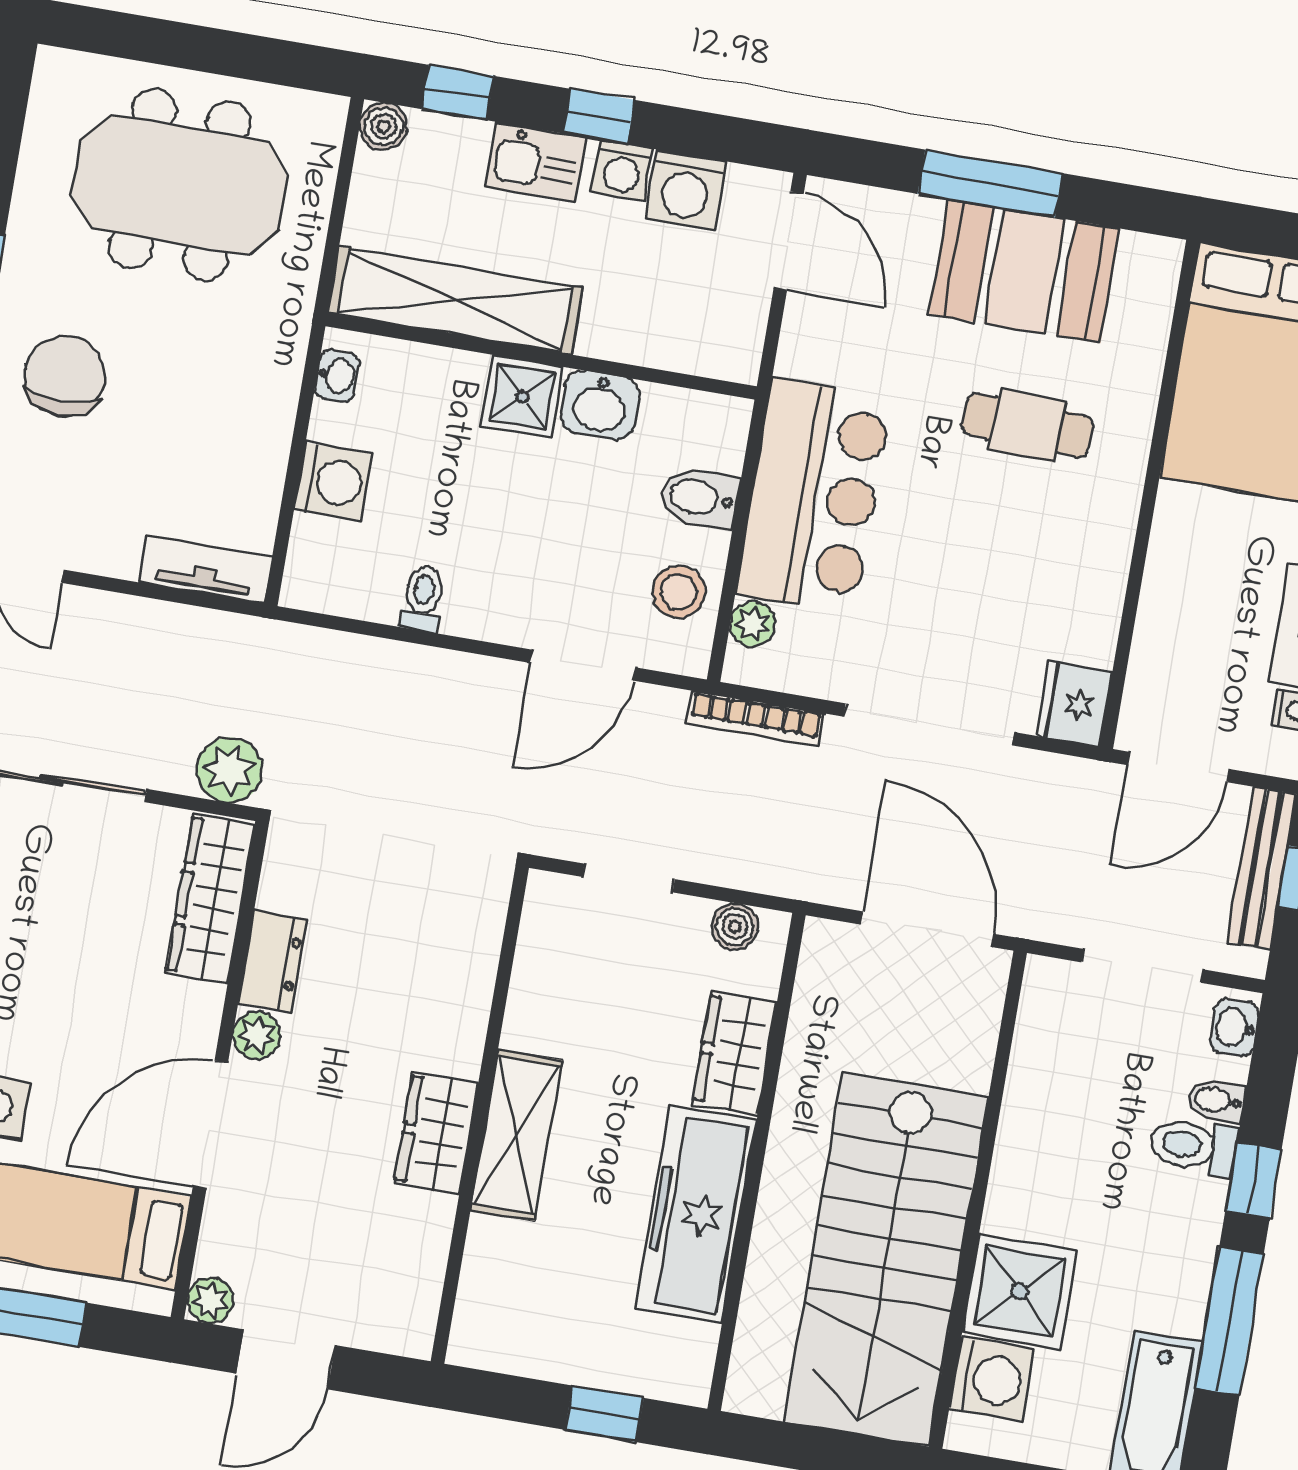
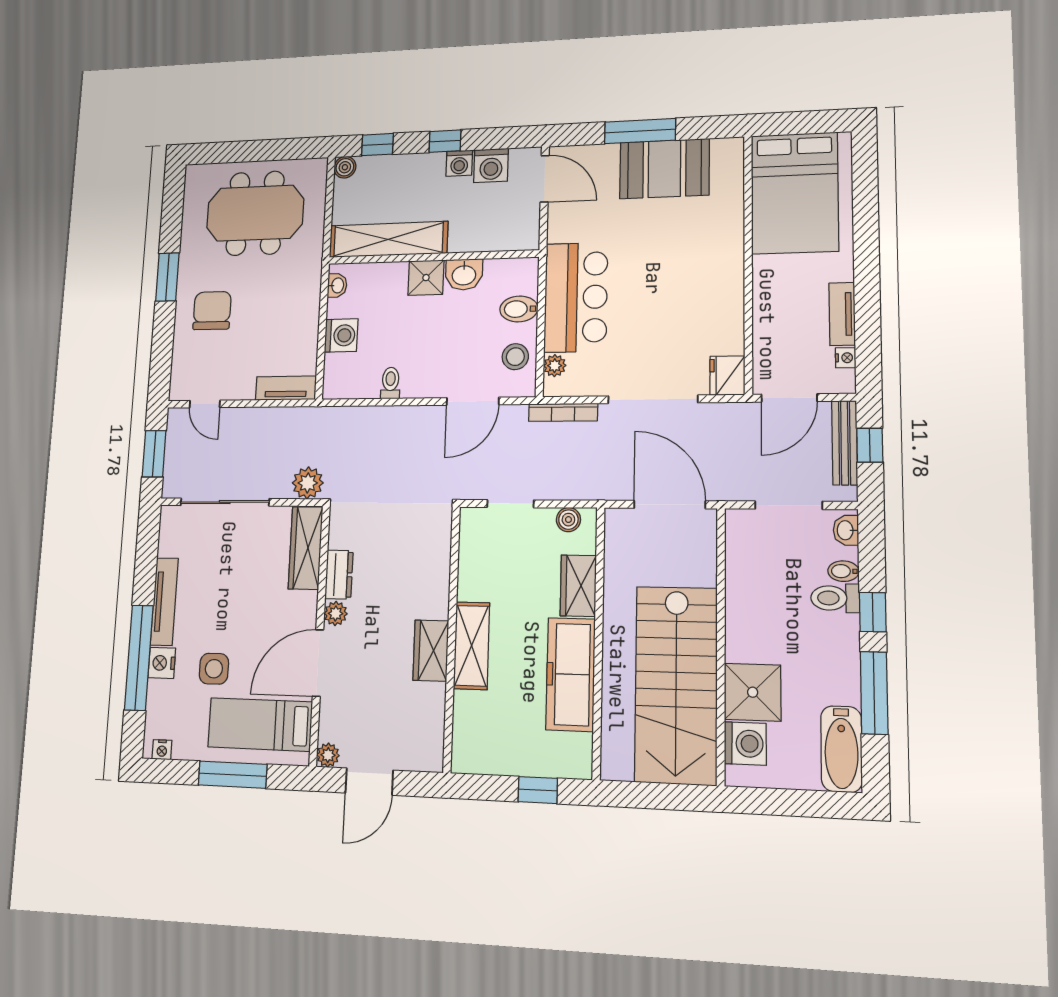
kitchen sink: (536, 162) -> (418, 168), removed
cafe table: (1027, 425) -> (679, 242), removed

